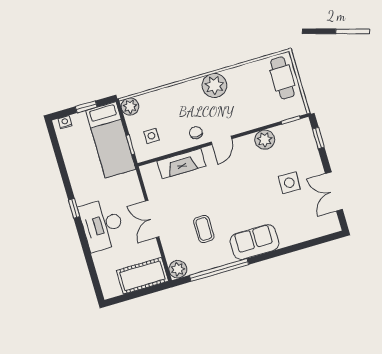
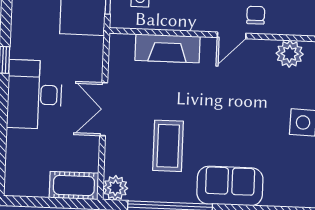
chair: (196, 133) -> (256, 15), moved
coffee table: (204, 229) -> (168, 146), width x1.36, depth x1.30
cot: (142, 276) -> (74, 185), width x0.73, depth x0.75

